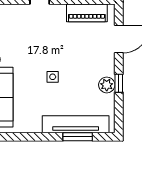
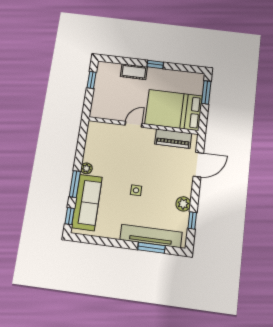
window: (119, 83) -> (192, 220), moved

